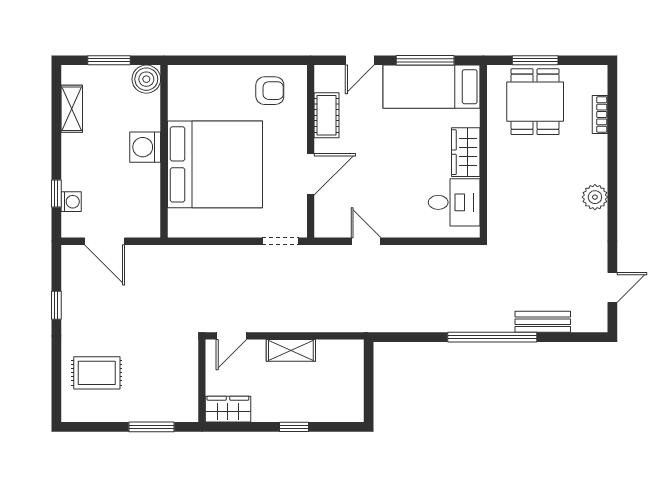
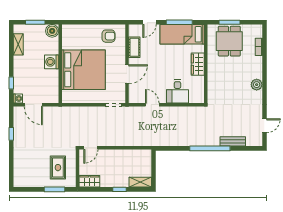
washing machine: (71, 202) -> (18, 99), moved
desk: (454, 202) -> (177, 91), moved, turned 90
shelving: (291, 350) -> (140, 182), moved
rug: (97, 373) -> (58, 168), moved, turned 90

